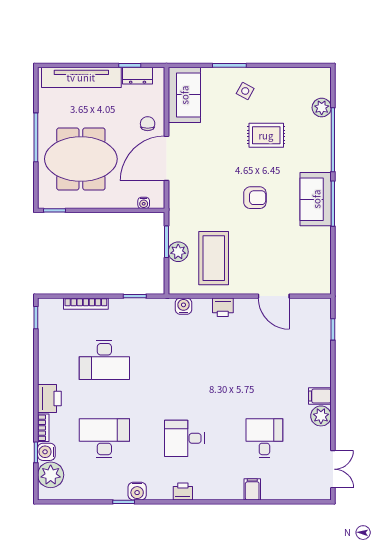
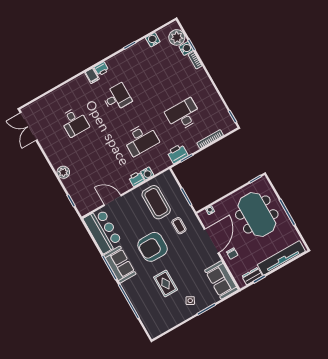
plant: (322, 108) -> (145, 315), removed
rug: (266, 135) -> (166, 283), turned 90
meeting table: (81, 159) -> (257, 214), turned 90
armchair: (255, 198) -> (153, 247), width x1.88, depth x1.88
coffee table: (200, 206) -> (179, 226), added
plant: (178, 252) -> (177, 195), removed
bar counter: (312, 261) -> (103, 231), added
water cooler: (183, 306) -> (147, 173), moved
filing cabinet: (320, 396) -> (58, 161), removed
printer: (49, 398) -> (177, 154), moved, turned 90
plant: (321, 416) -> (63, 172), moved
desk: (104, 438) -> (141, 139), moved
double door: (333, 469) -> (29, 126), width x1.37
filing cabinet: (252, 489) -> (92, 76), moved
water cooler: (137, 491) -> (153, 40), moved

